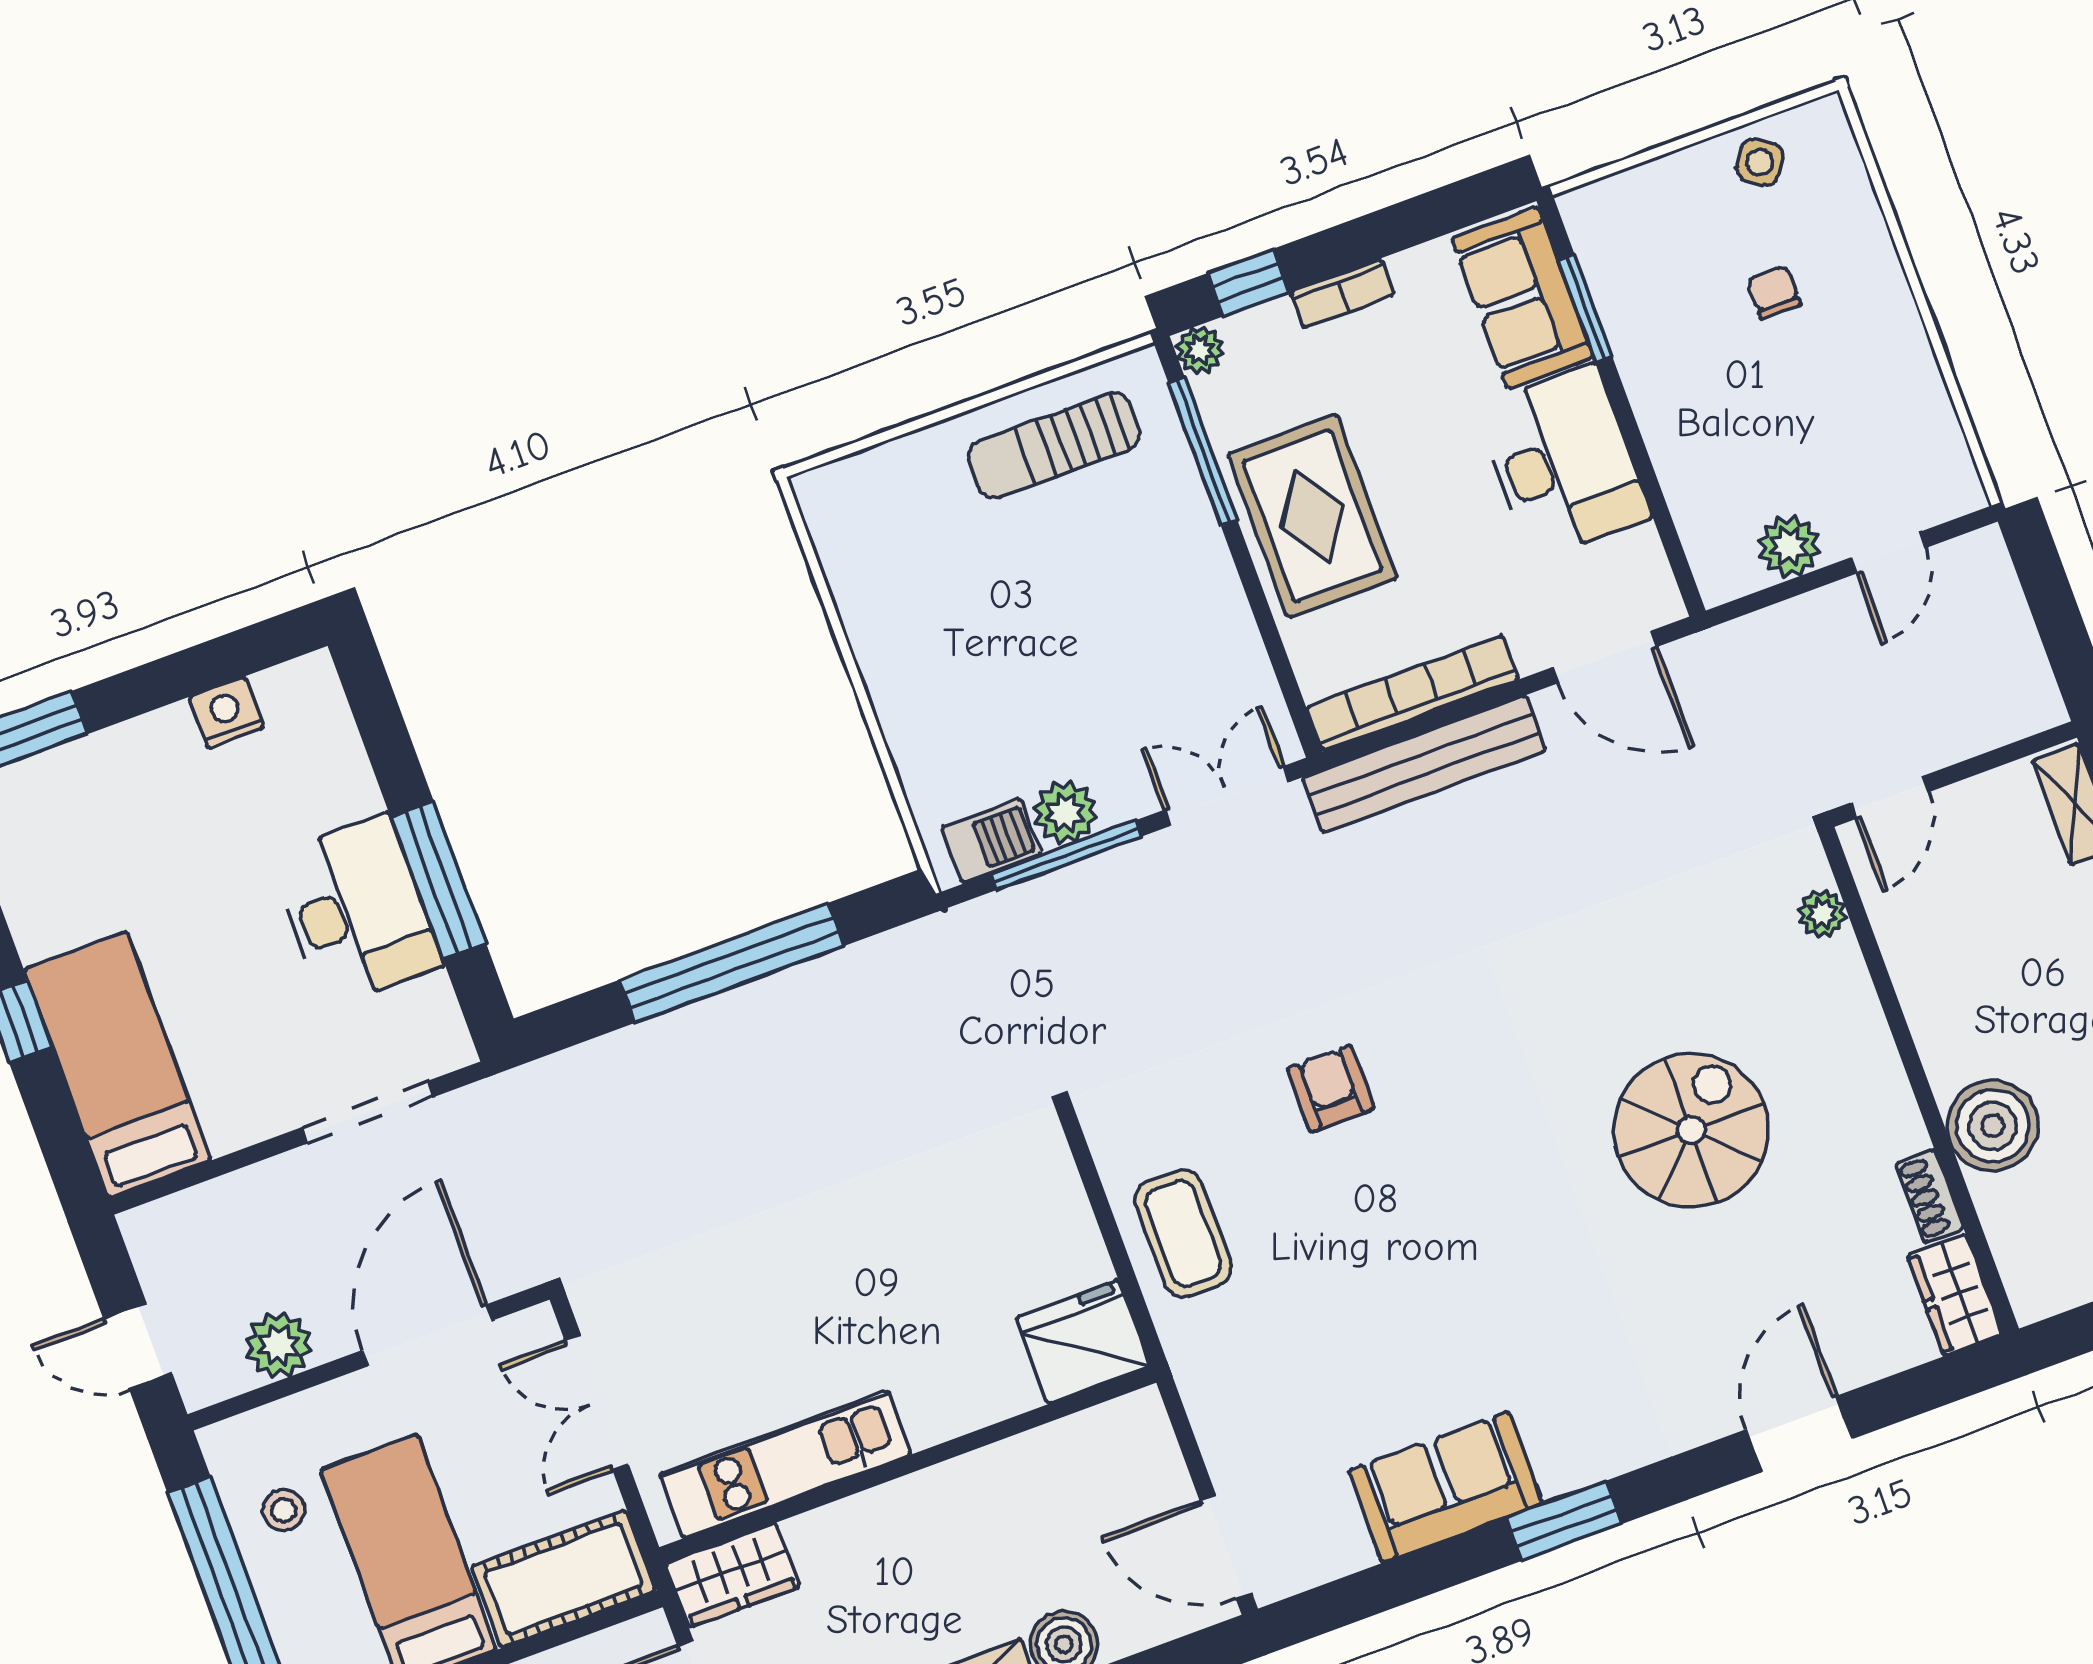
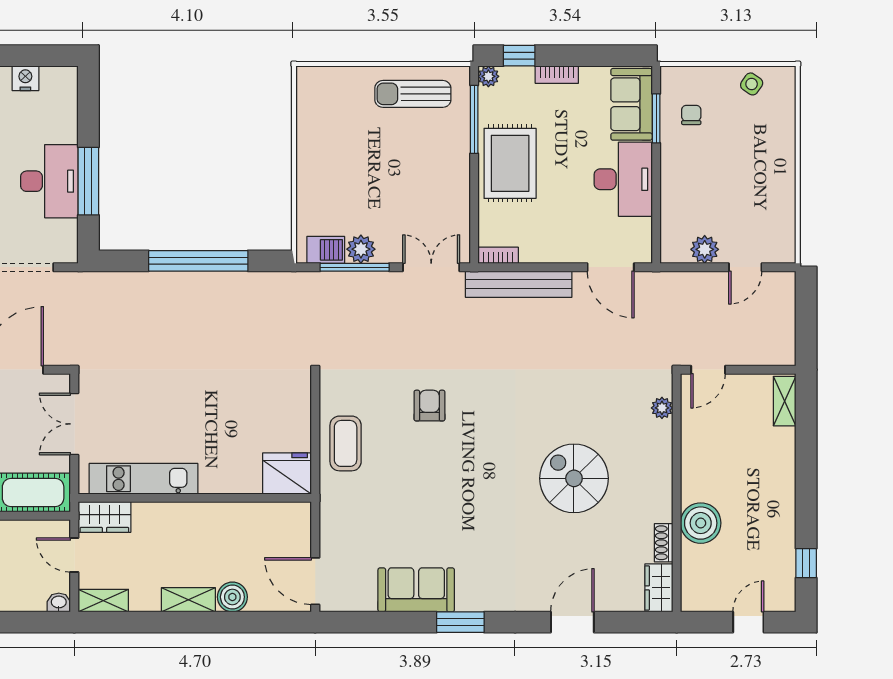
chair: (1774, 292) -> (691, 115), moved
bookcase: (1412, 693) -> (498, 255), width x0.43, depth x0.76
spiral stairs: (1691, 1130) -> (574, 478), turned -90

